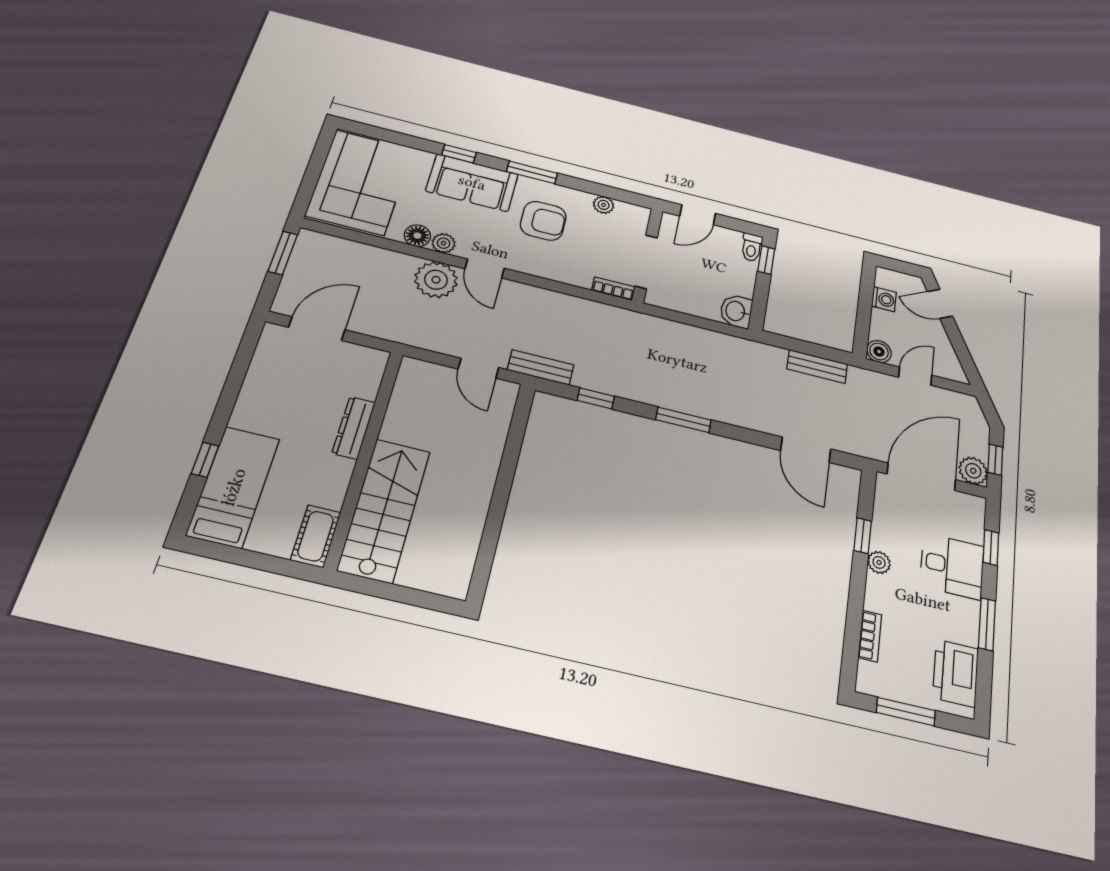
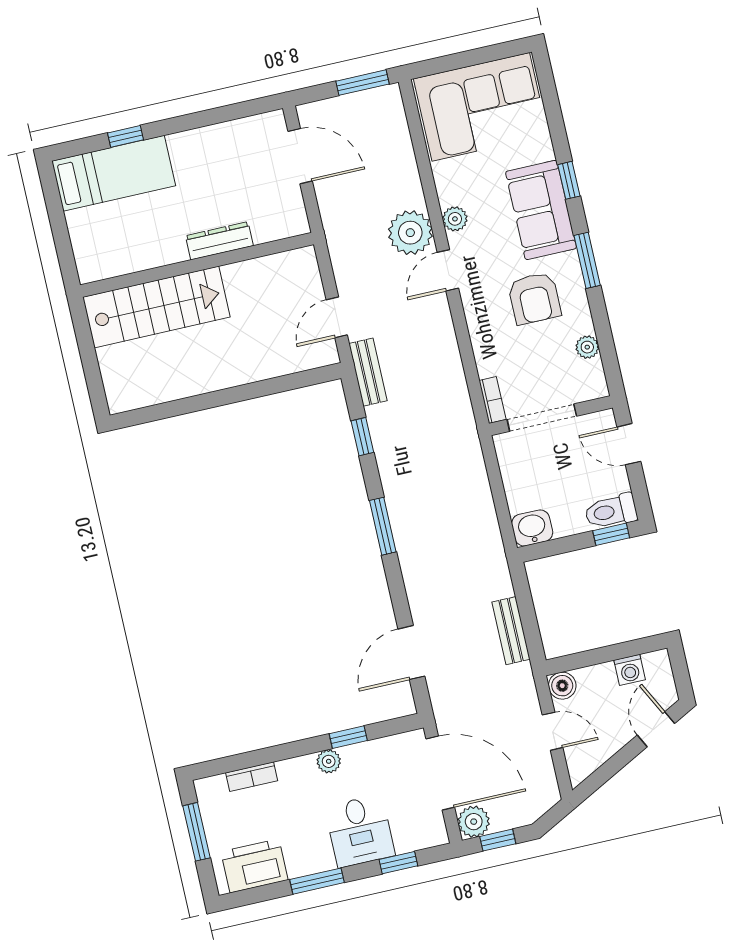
floor lamp: (417, 236) -> (450, 191), removed
toilet: (752, 247) -> (611, 511), width x1.37, depth x1.39
cot: (316, 536) -> (104, 264), removed

